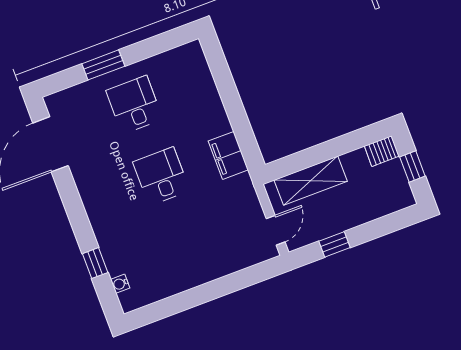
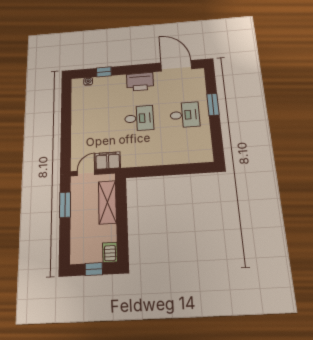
filing cabinet: (228, 155) -> (108, 161), moved
printer: (97, 196) -> (140, 82), added
door: (276, 230) -> (86, 173), swing flipped
window: (334, 244) -> (65, 205), width x1.50

